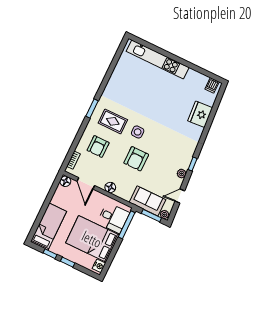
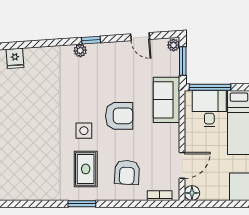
fridge: (200, 114) -> (15, 58), width x0.53, depth x0.75
armchair: (98, 146) -> (127, 172), turned 93
plant: (182, 174) -> (80, 51), moved
floor lamp: (110, 187) -> (172, 131), removed
sofa: (147, 201) -> (167, 100), moved

